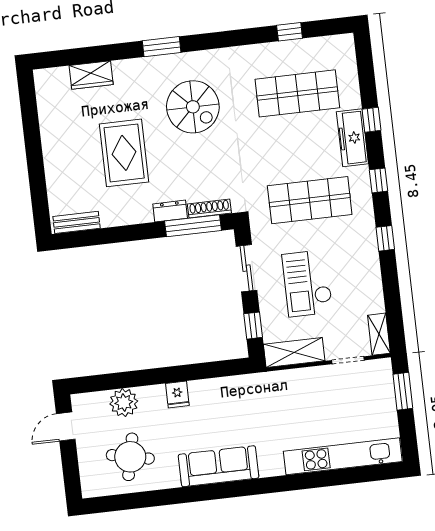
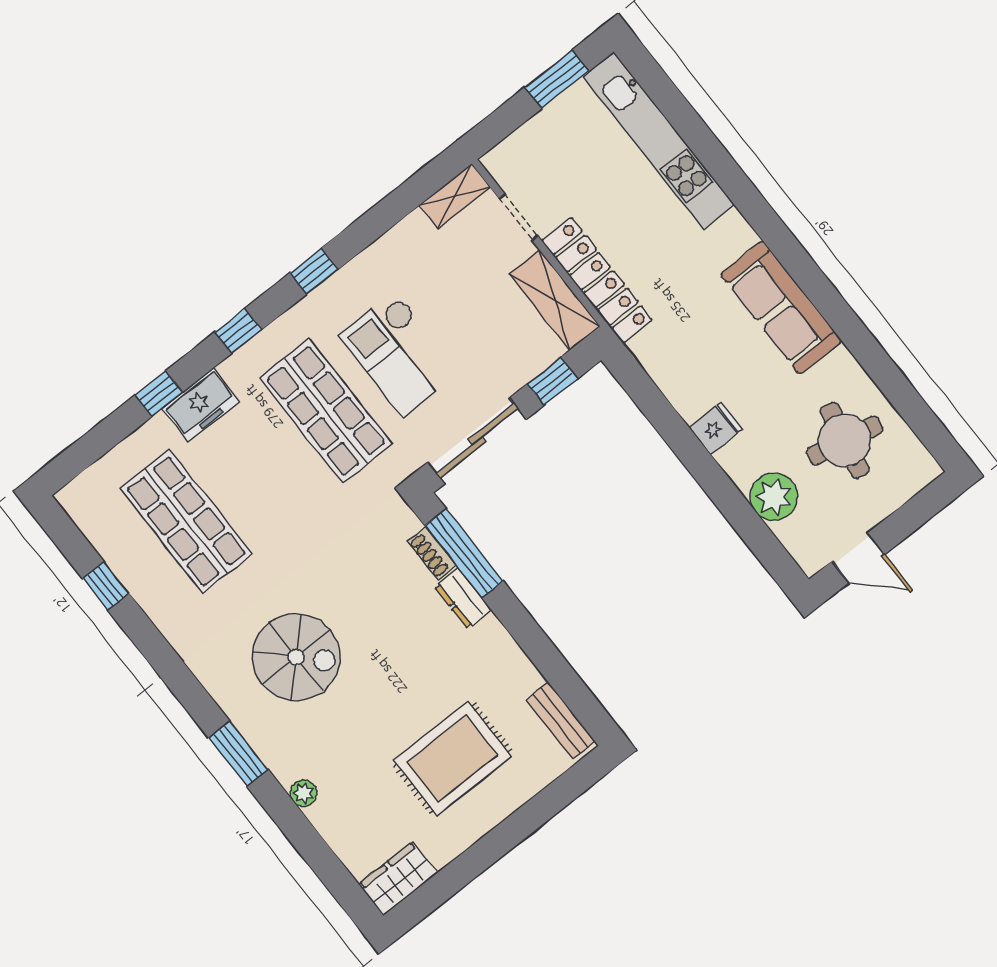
plant: (121, 68) -> (303, 793), added
wardrobe: (91, 75) -> (398, 879), moved, turned -90
spiral stairs: (193, 107) -> (296, 657), turned 90
freezer: (352, 138) -> (201, 405), width x0.71
rug: (124, 153) -> (452, 758), moved
shoe rack: (209, 208) -> (432, 553), width x0.70
sliding door: (246, 268) -> (477, 441), width x1.37
checkout: (307, 283) -> (399, 354), moved, turned 90
locker: (291, 380) -> (597, 280), added
window: (403, 391) -> (557, 79), moved

